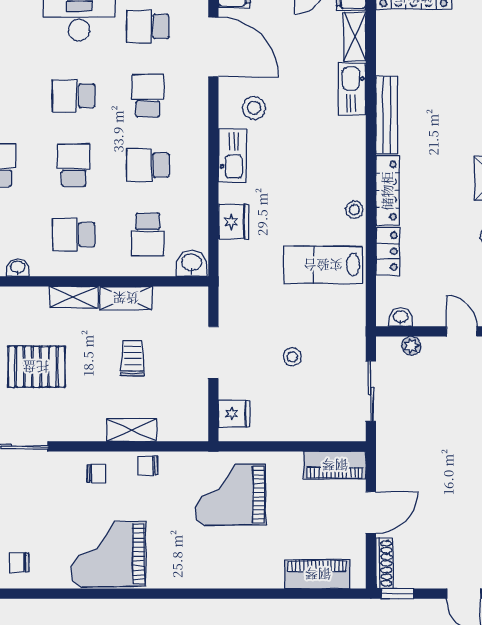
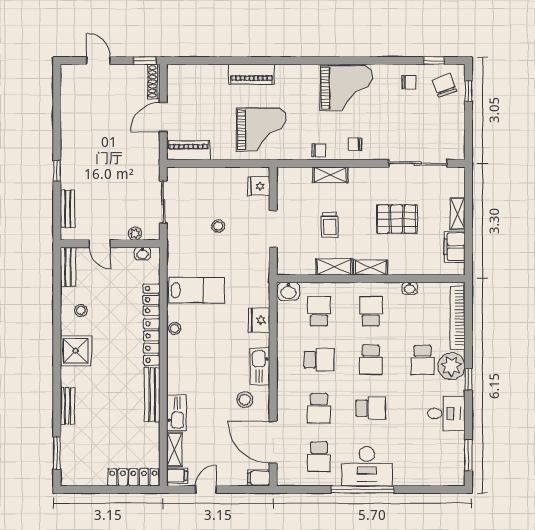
school desk: (148, 26) -> (319, 457), turned 90
school desk: (74, 234) -> (371, 311), turned -90
piano: (318, 574) -> (252, 74), moved

